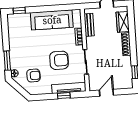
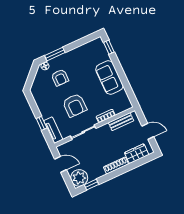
sofa: (52, 20) -> (109, 78), width x0.73
armchair: (33, 76) -> (60, 78), moved
plant: (125, 81) -> (79, 178), added
tv unit: (69, 88) -> (53, 130), width x0.71

